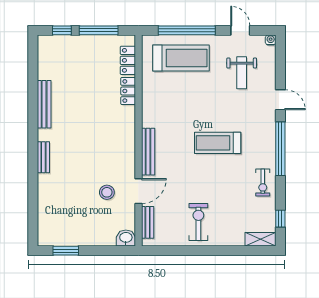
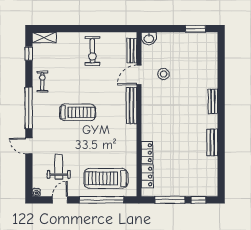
door: (240, 30) -> (60, 200), swing flipped
bench: (44, 104) -> (212, 142), width x0.73

